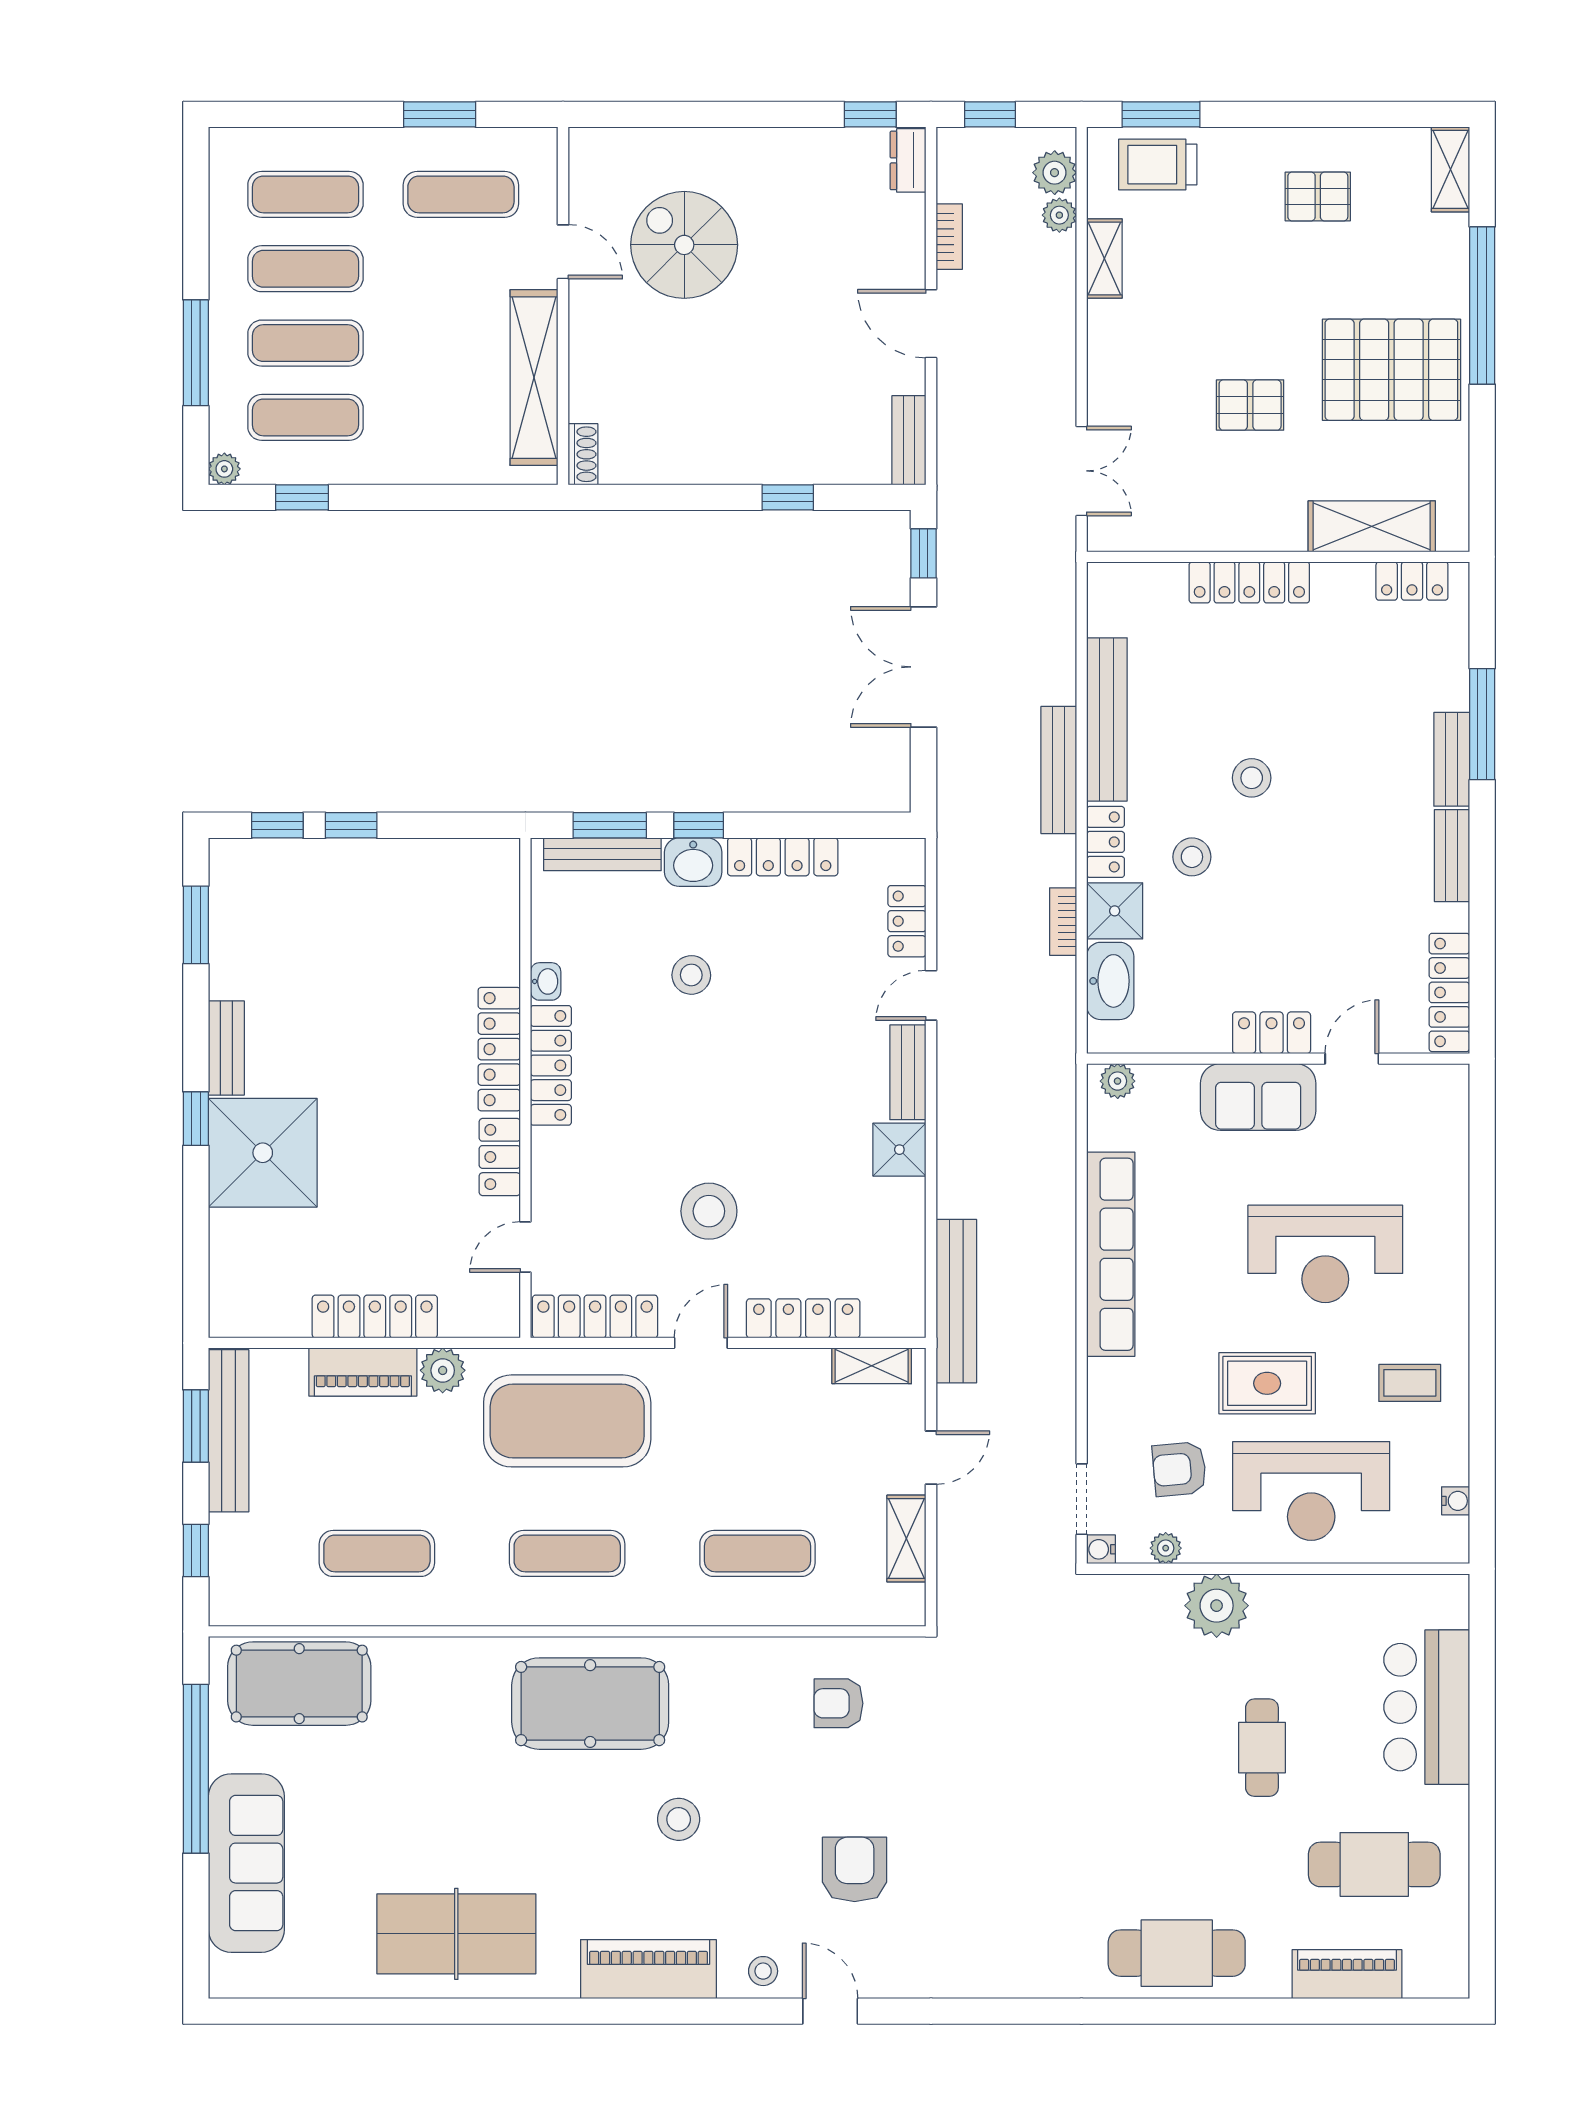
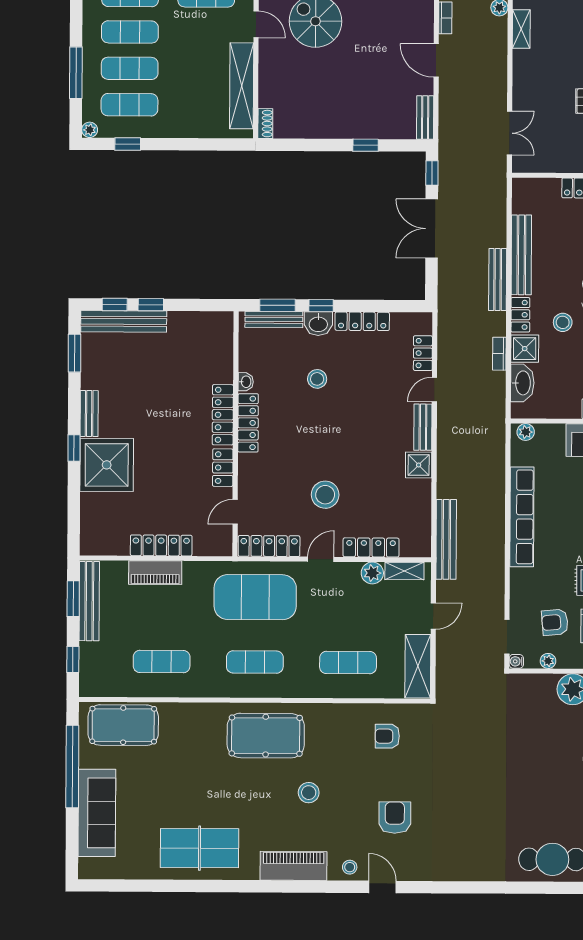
bench: (296, 860) -> (124, 321), added
plant: (443, 1370) -> (372, 573), moved
shelving: (906, 1539) -> (418, 666), width x1.50, depth x1.33

